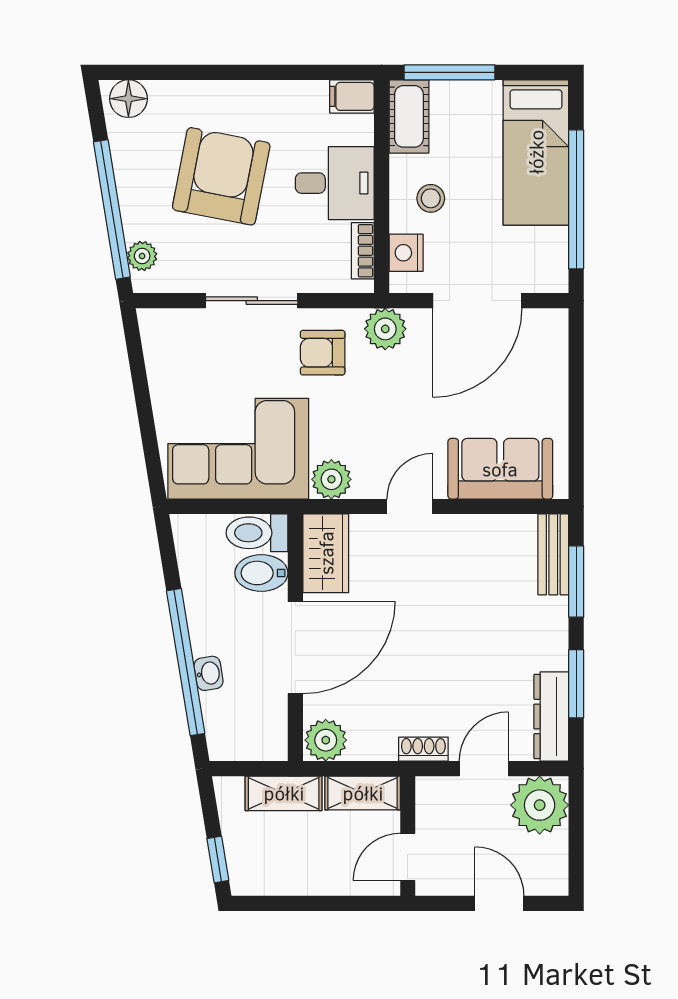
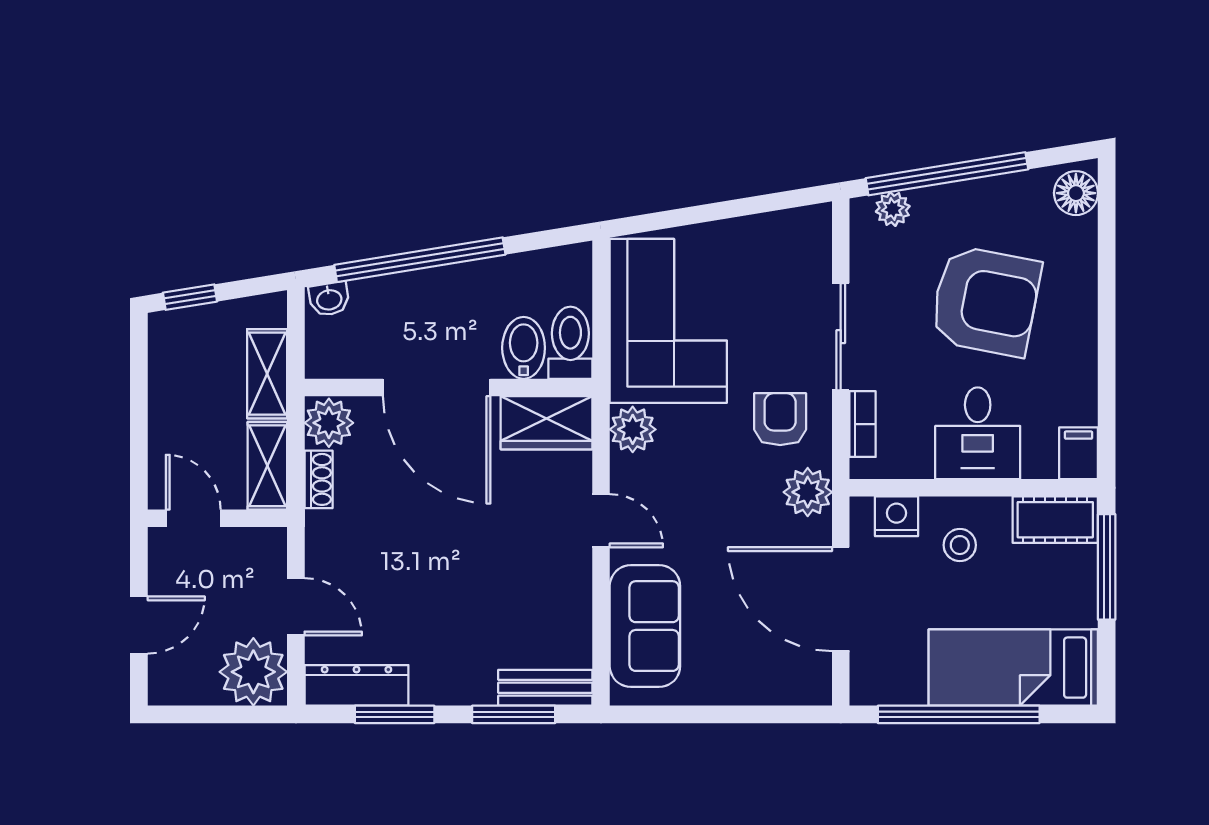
bookcase: (363, 251) -> (863, 424), moved, turned 90
washbasin: (209, 673) -> (329, 299), moved
shoe rack: (423, 749) -> (319, 479), moved

